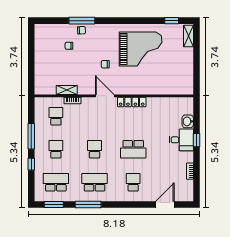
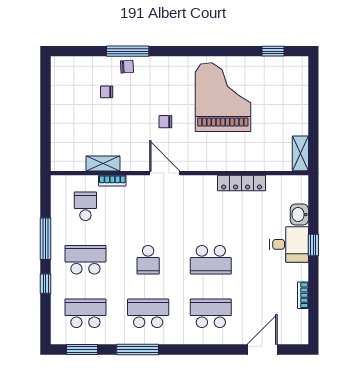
shelving: (188, 36) -> (300, 153), moved
grand piano: (141, 49) -> (223, 97), turned -90
locker: (132, 102) -> (242, 183), moved
school desk: (56, 149) -> (85, 260), width x1.85
school desk: (95, 149) -> (148, 260), turned 180
school desk: (133, 182) -> (211, 313), width x1.85

